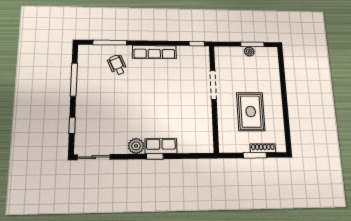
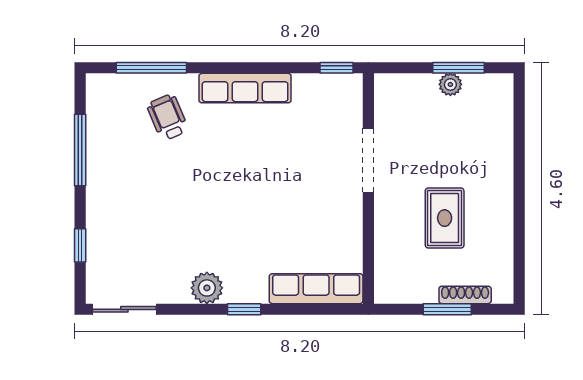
rug: (251, 112) -> (445, 218), width x0.73, depth x0.70
row of seats: (161, 146) -> (316, 289), moved, width x1.48

